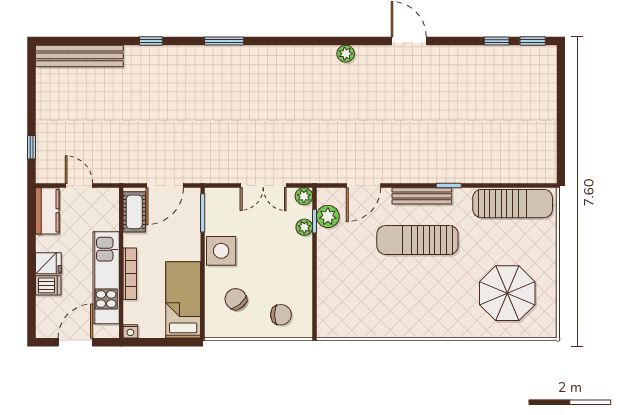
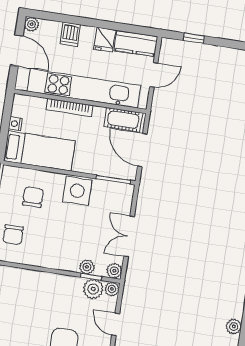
door: (363, 185) -> (116, 324), width x0.73
plant: (325, 196) -> (112, 289), added
fridge: (48, 263) -> (104, 40), moved
kitchen unit: (106, 278) -> (84, 88), width x1.36
chair: (236, 299) -> (33, 197), turned -51
plant: (44, 330) -> (32, 24), added
nightstand: (130, 331) -> (15, 124), moved

